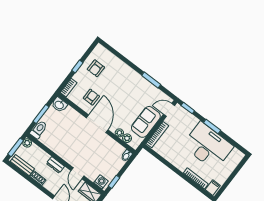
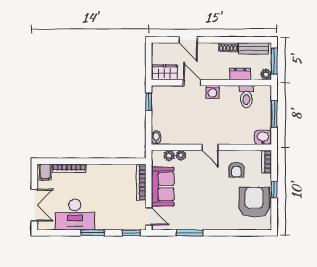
armchair: (96, 68) -> (254, 202), width x1.88, depth x1.88
door: (169, 110) -> (149, 216), hinge flipped
door: (97, 124) -> (210, 147), width x0.53
toilet: (39, 130) -> (246, 96), moved
desk: (208, 146) -> (75, 215), width x0.73, depth x0.77
dresser: (55, 165) -> (240, 74), moved
double door: (235, 172) -> (34, 205), added
washing machine: (101, 182) -> (212, 92), moved

